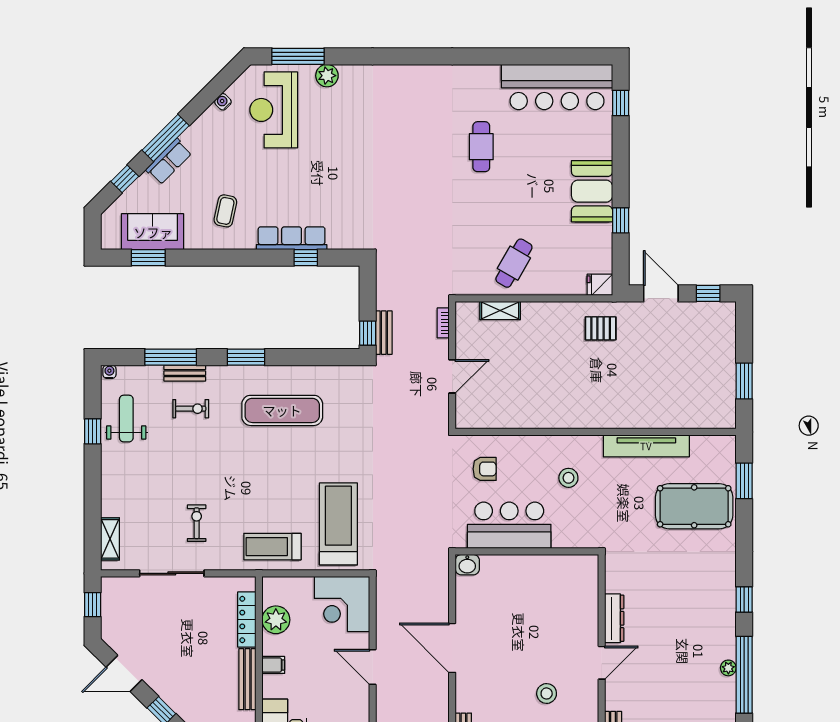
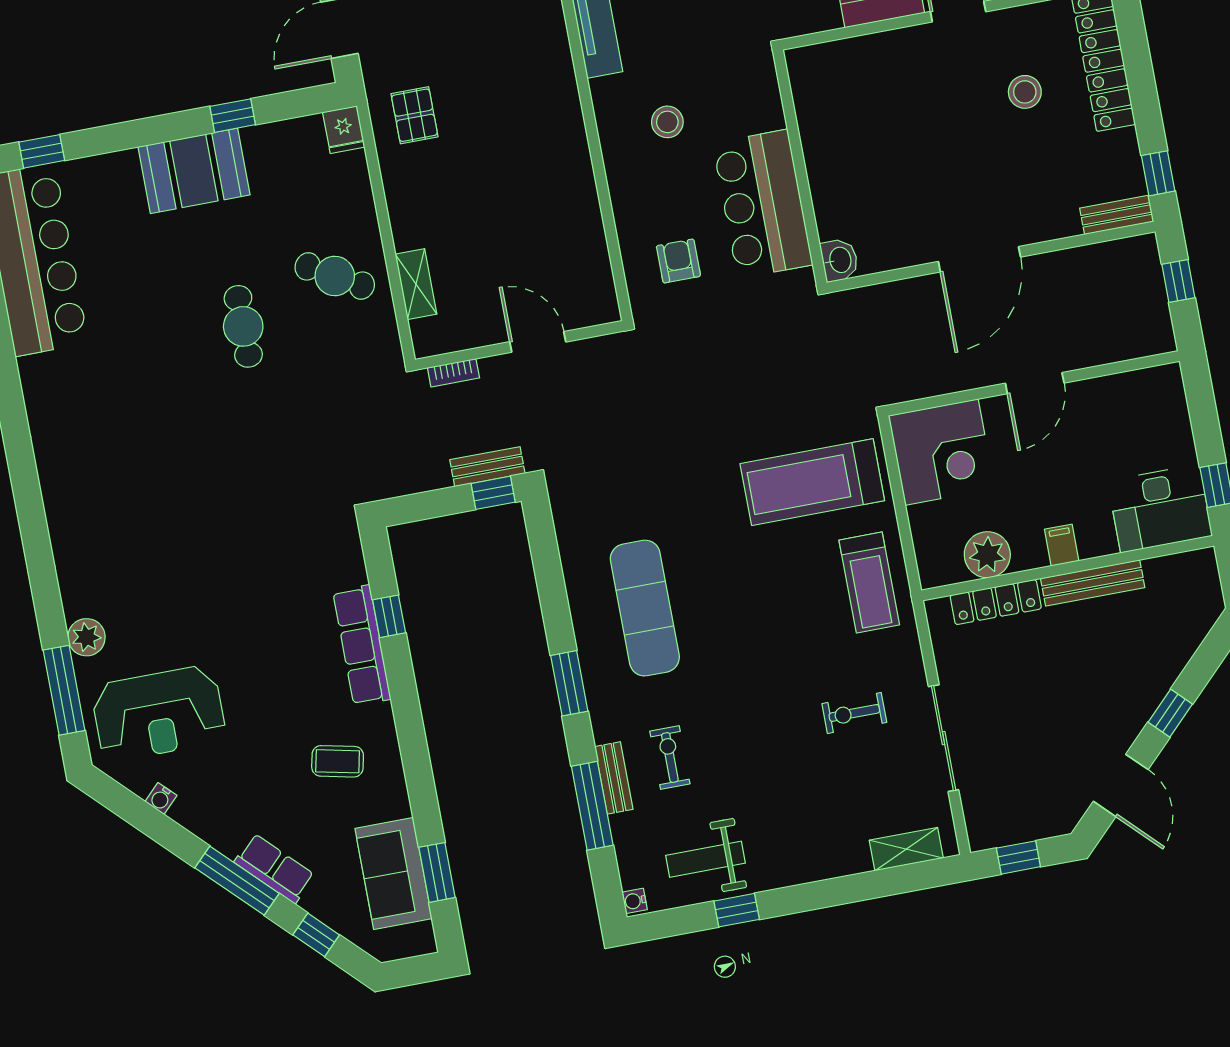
cafe table: (481, 147) -> (243, 326), moved, turned 90

